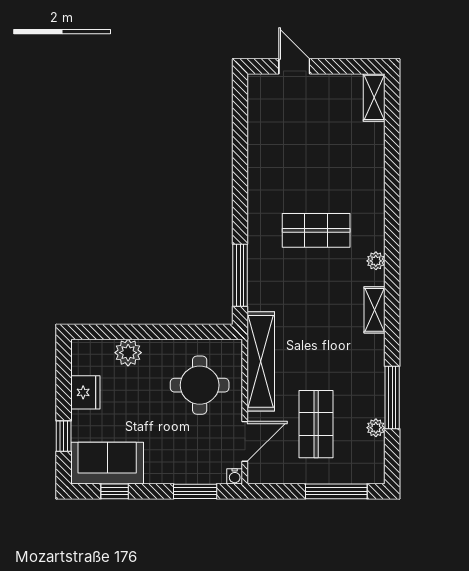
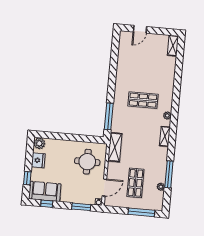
door: (294, 66) -> (140, 29), swing flipped
plant: (128, 353) -> (39, 143), moved
shelving: (261, 361) -> (115, 147), width x0.68

